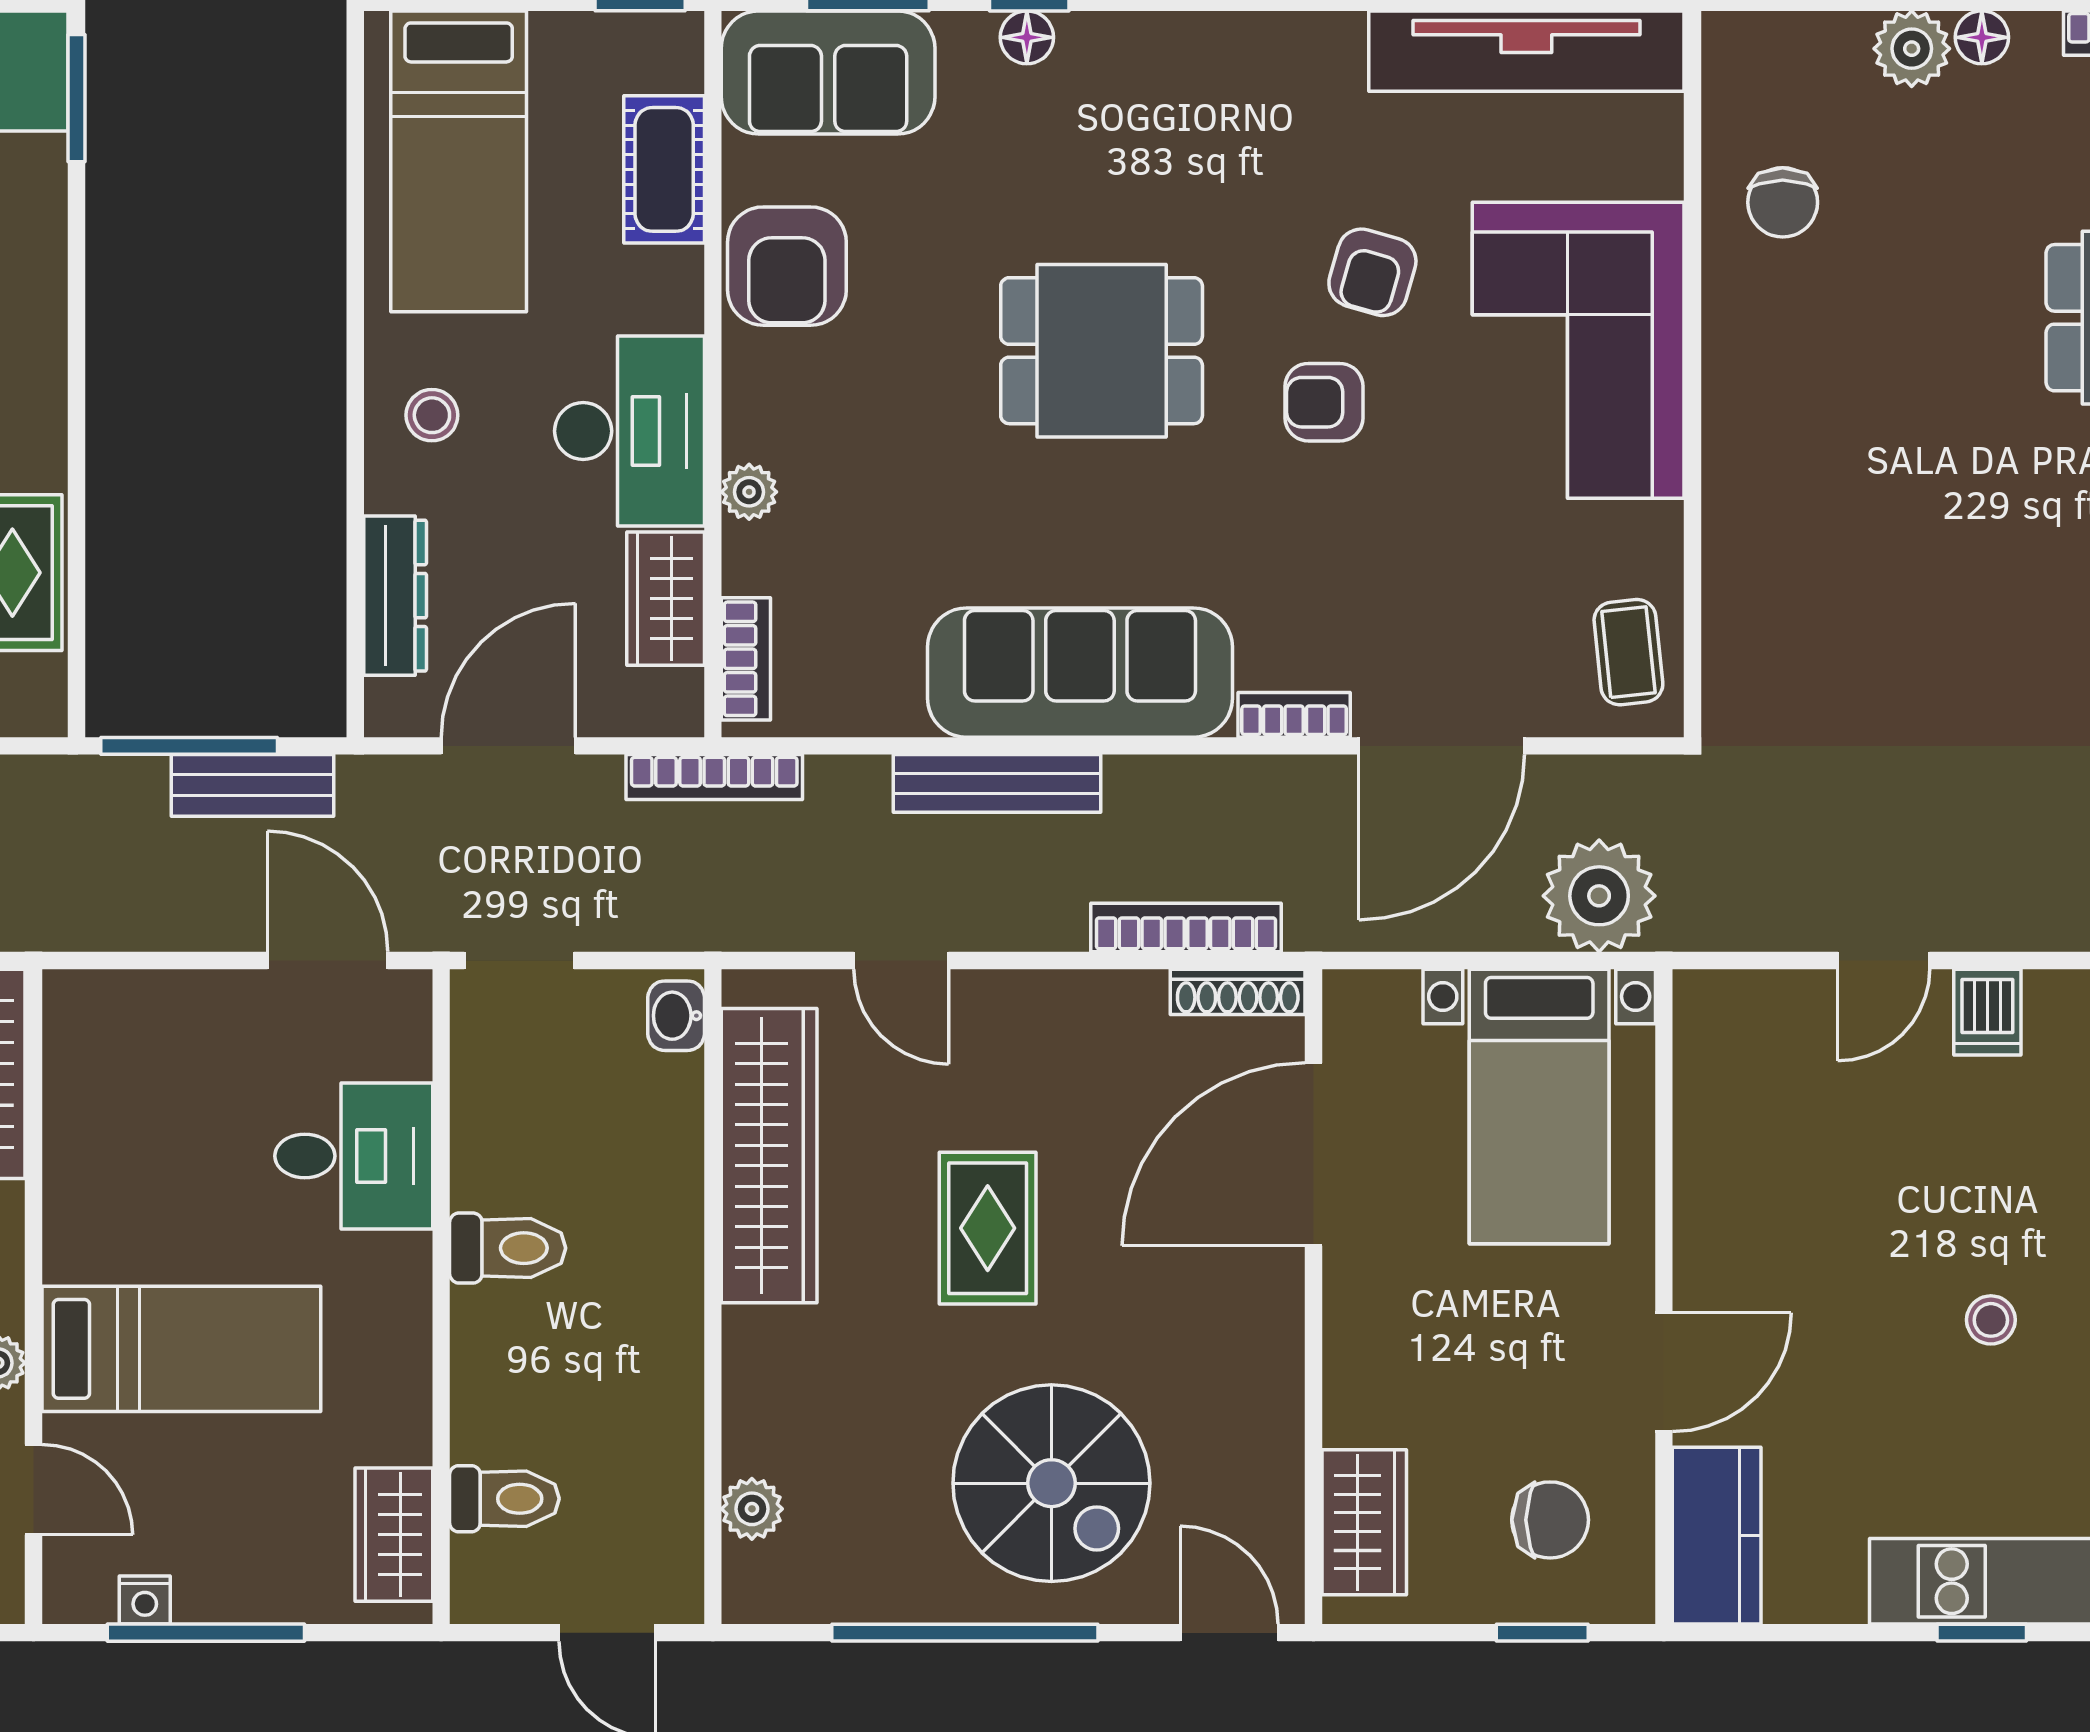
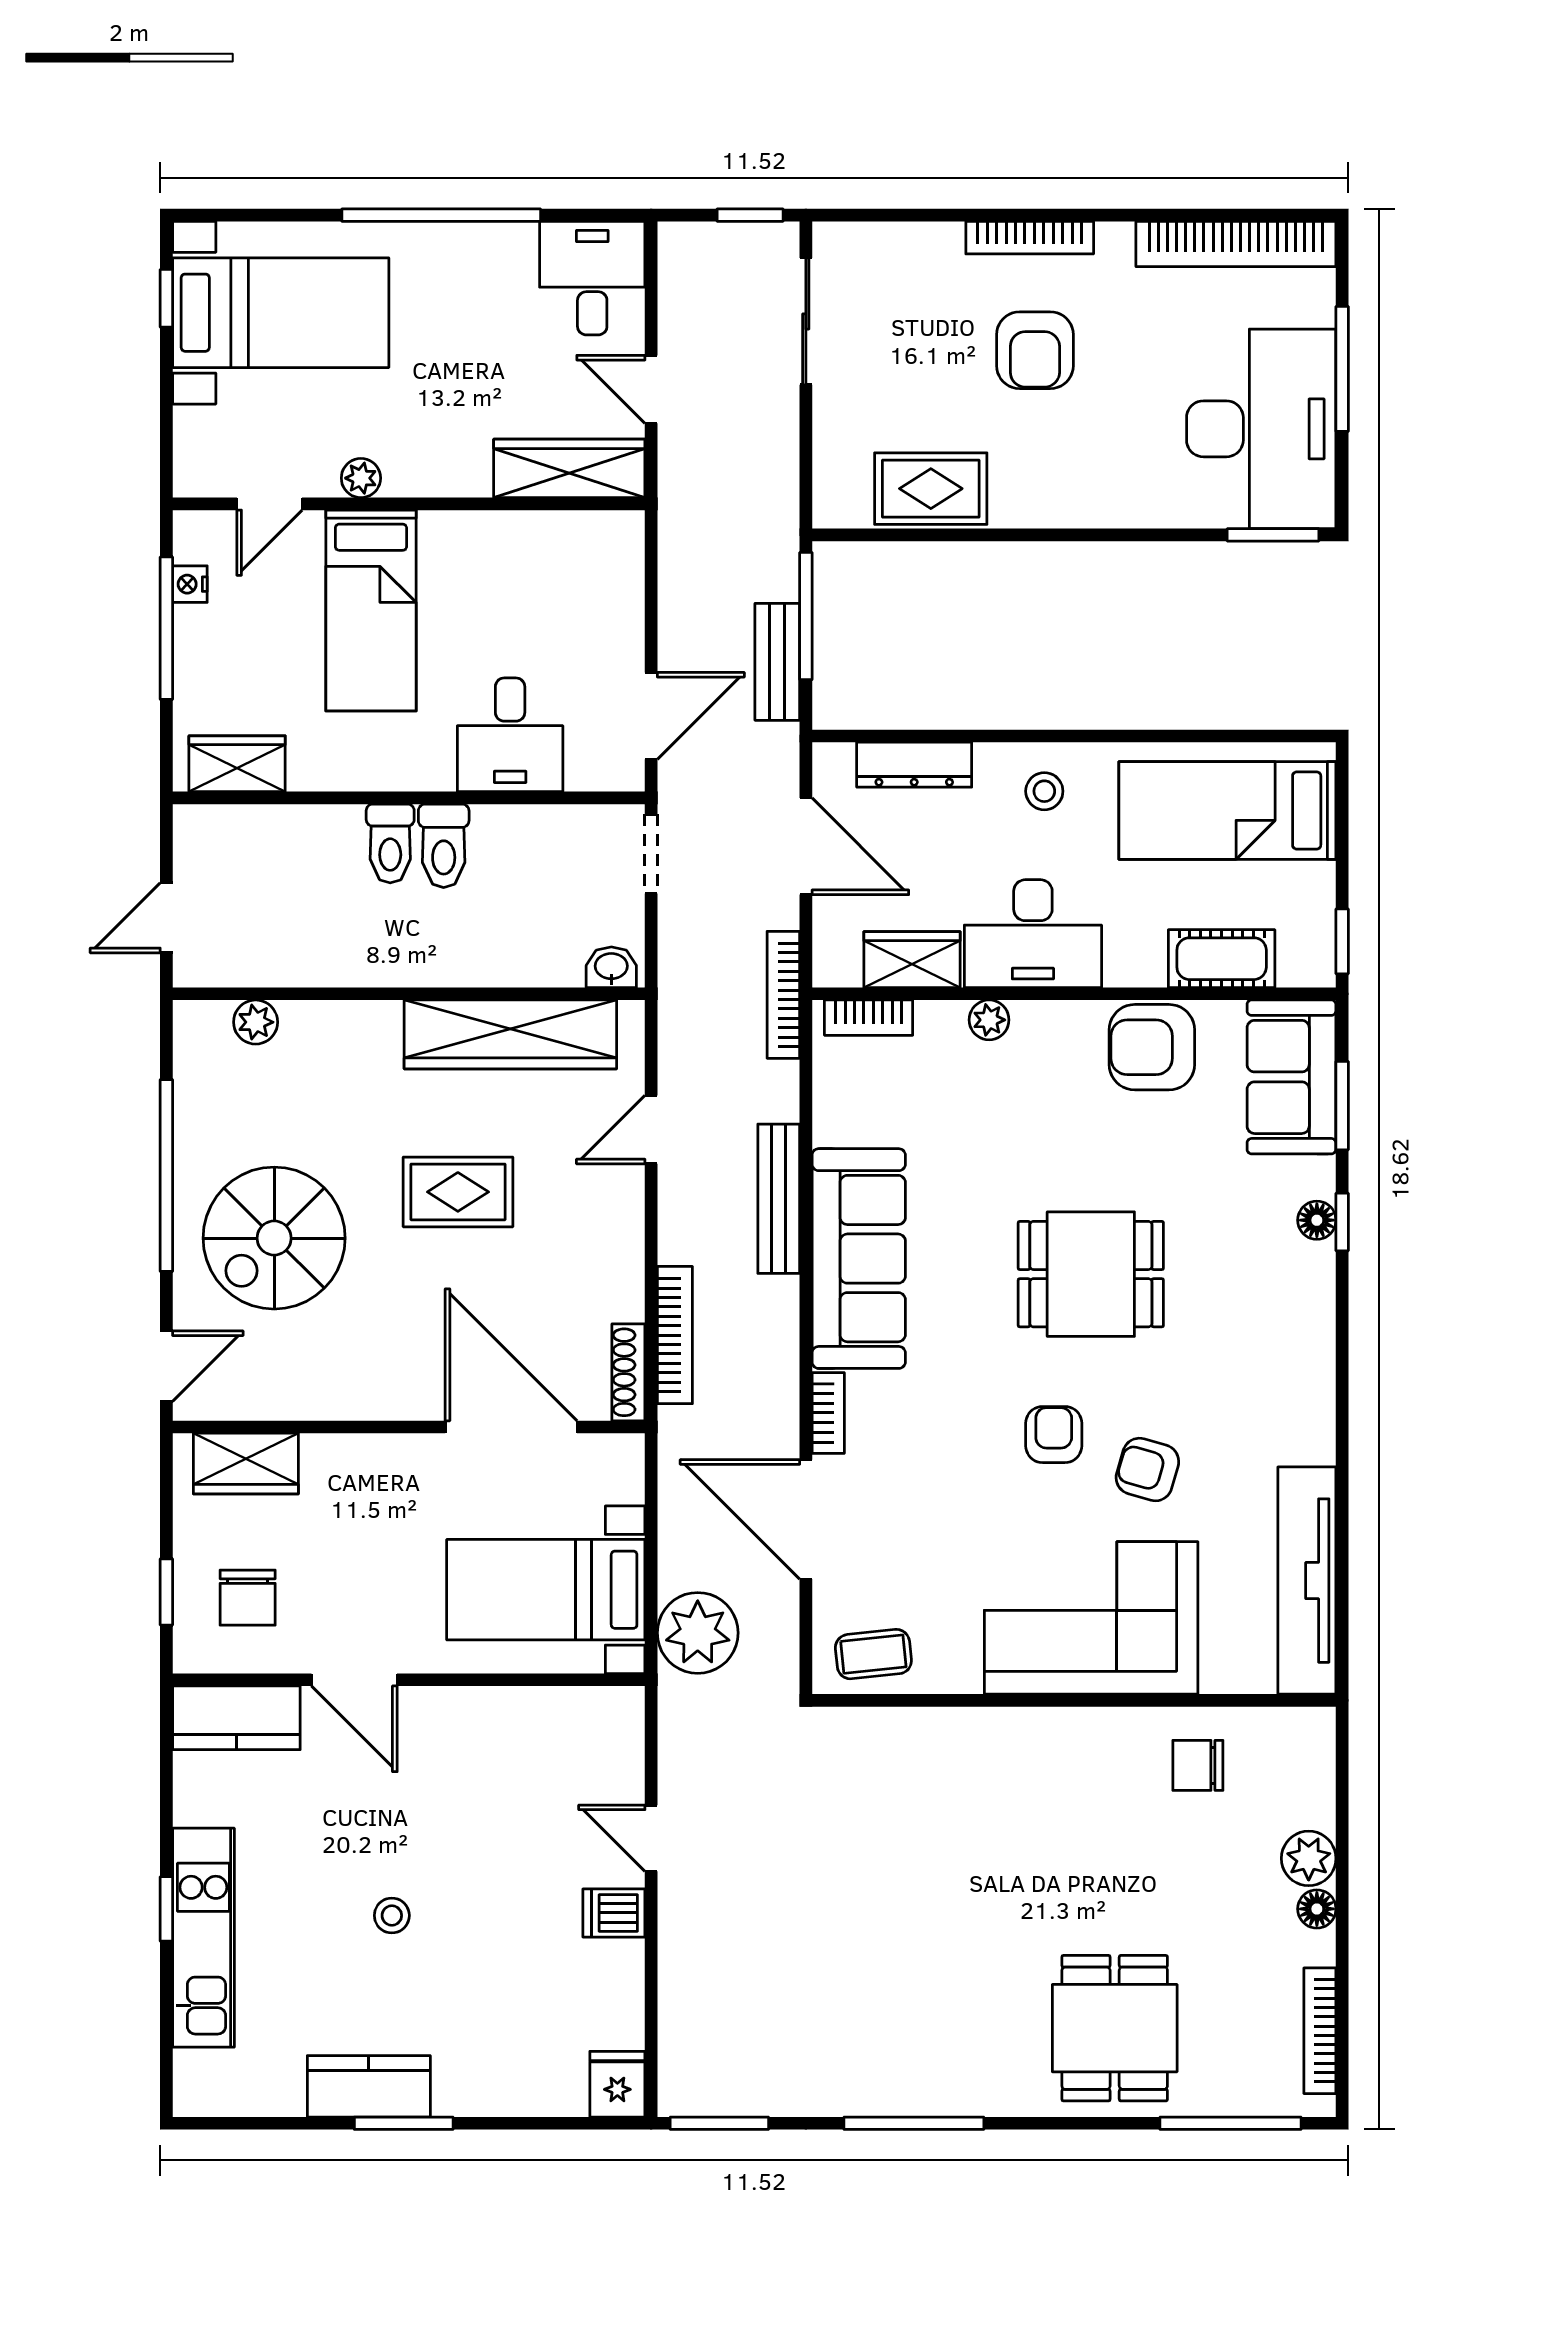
dining table: (1102, 351) -> (1091, 1274), turned 90
toilet: (504, 1499) -> (390, 843), moved

